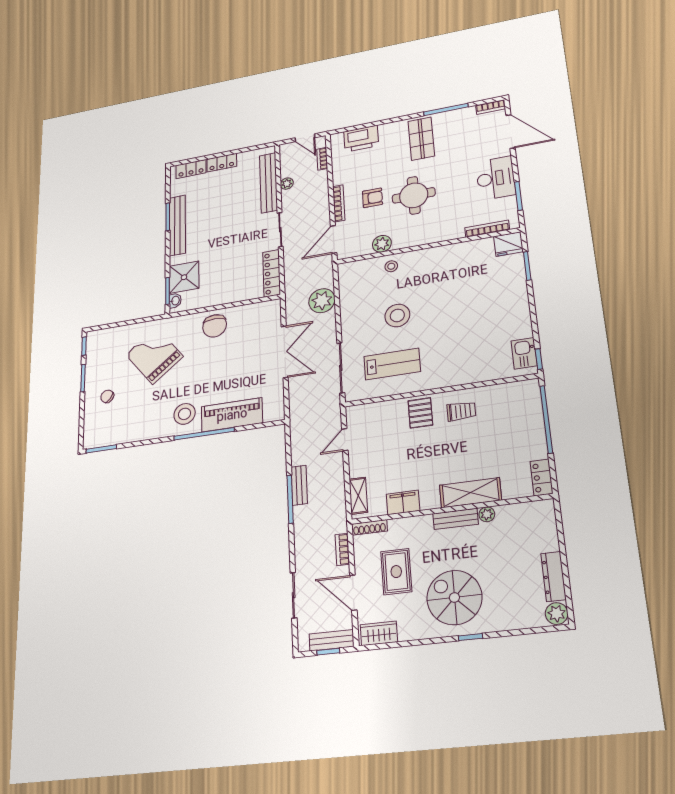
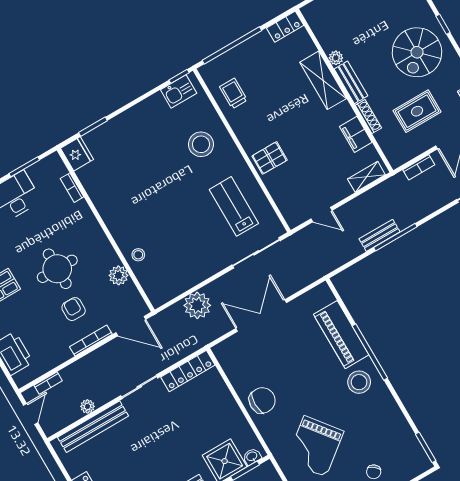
bookcase: (487, 229) -> (72, 188), width x0.64
stool: (397, 315) -> (201, 144), moved
trolley: (461, 411) -> (233, 93), moved
shoe rack: (369, 527) -> (368, 117), moved

